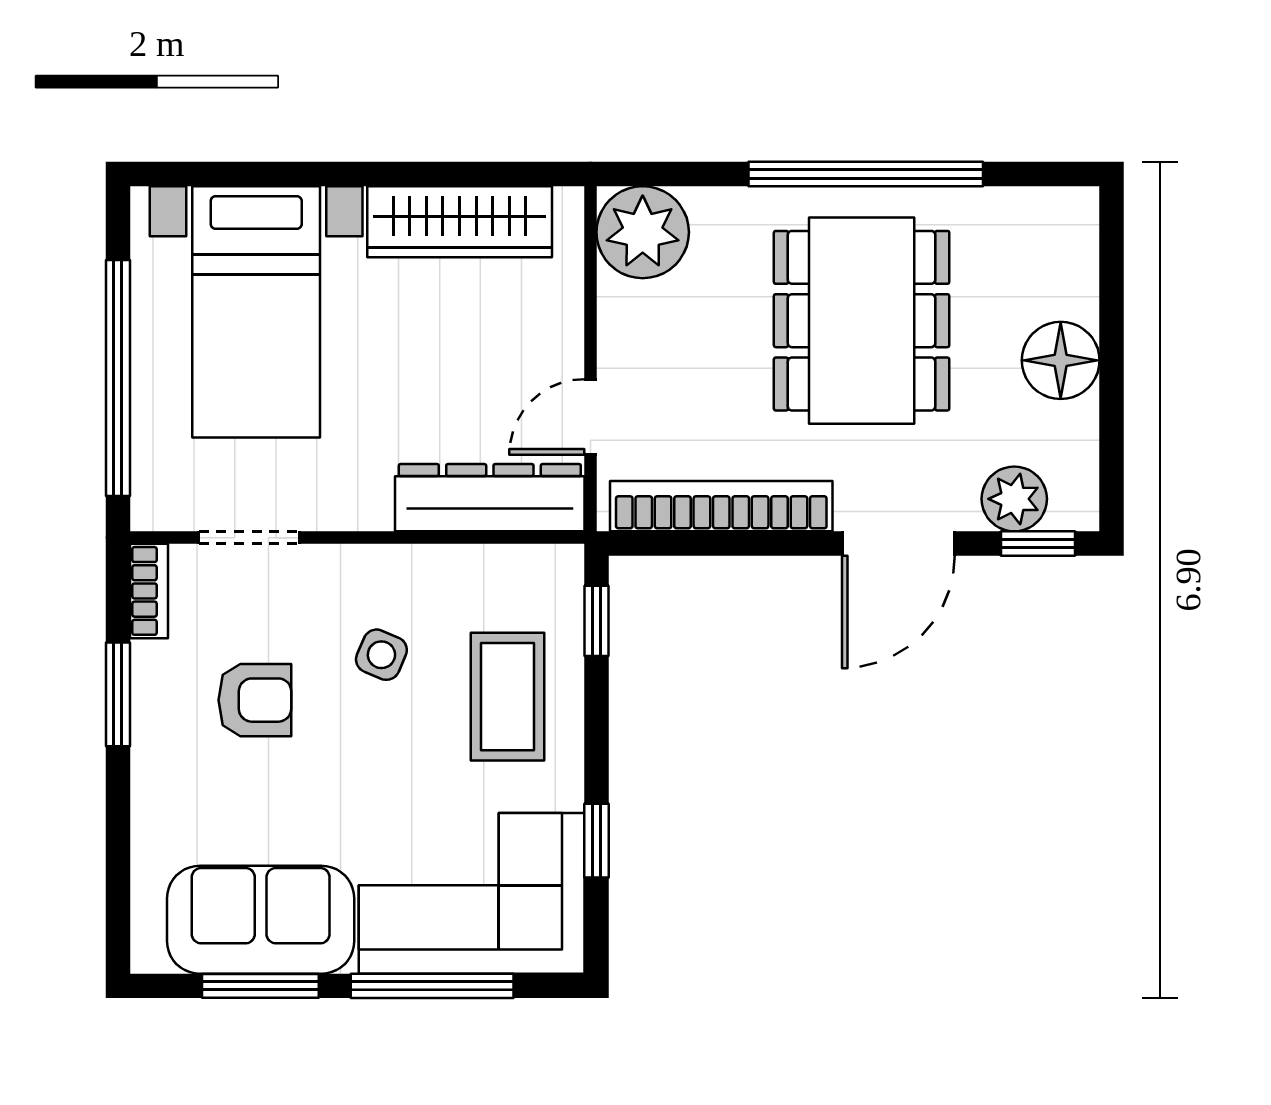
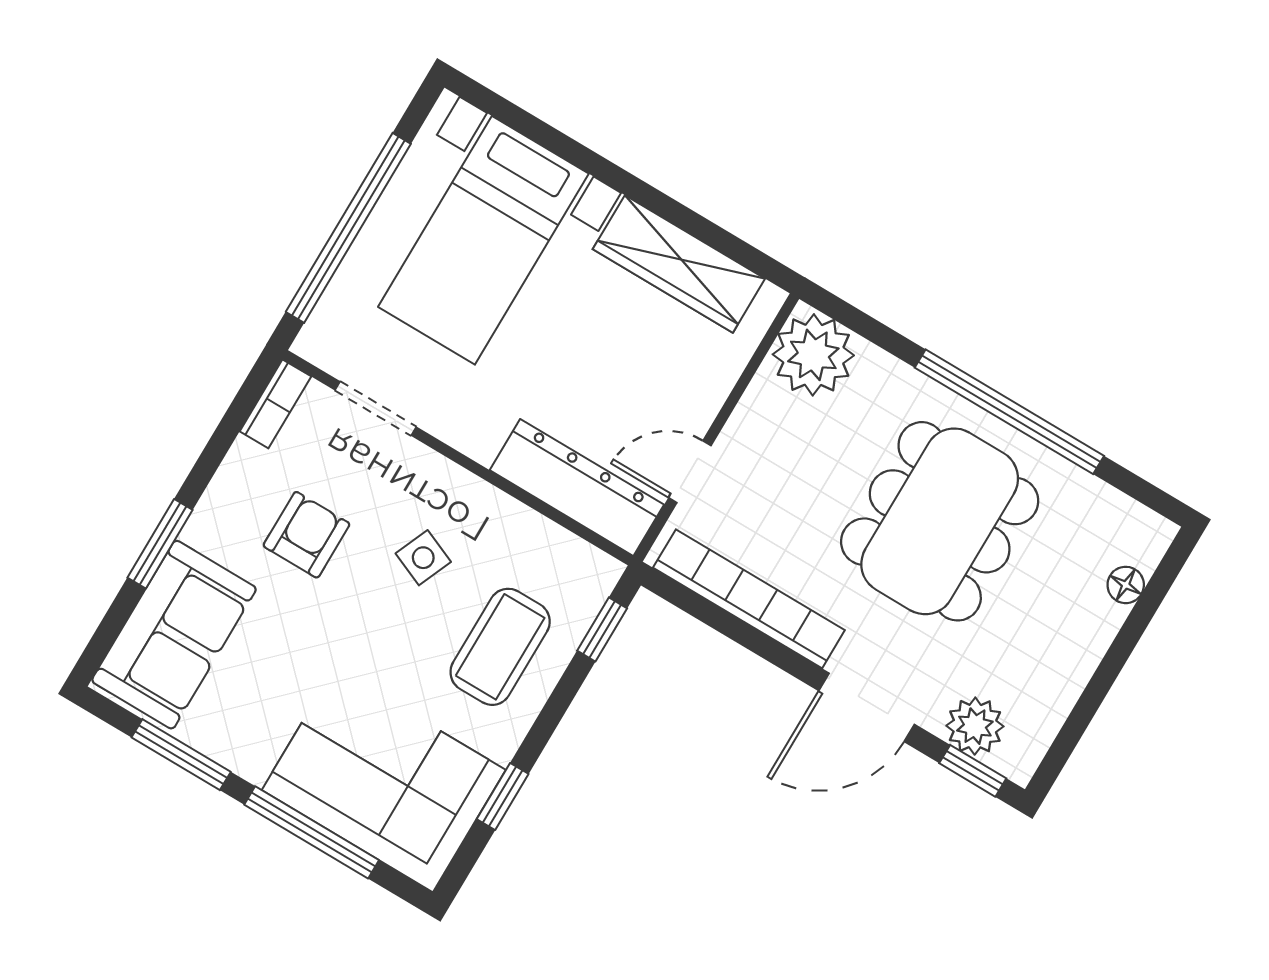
floor lamp: (1061, 360) -> (1126, 585), moved, width x0.53, depth x0.53
window: (118, 694) -> (160, 544), moved
armchair: (255, 700) -> (306, 535), turned -90
sofa: (261, 920) -> (174, 635), moved, turned 90

